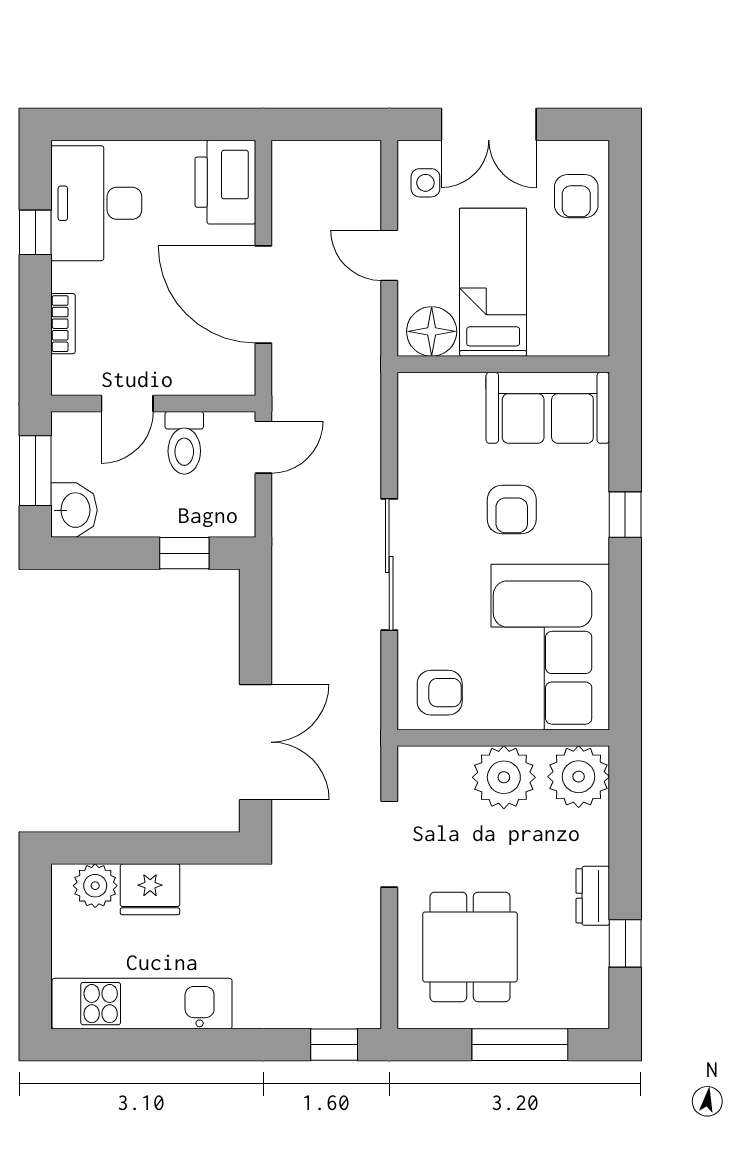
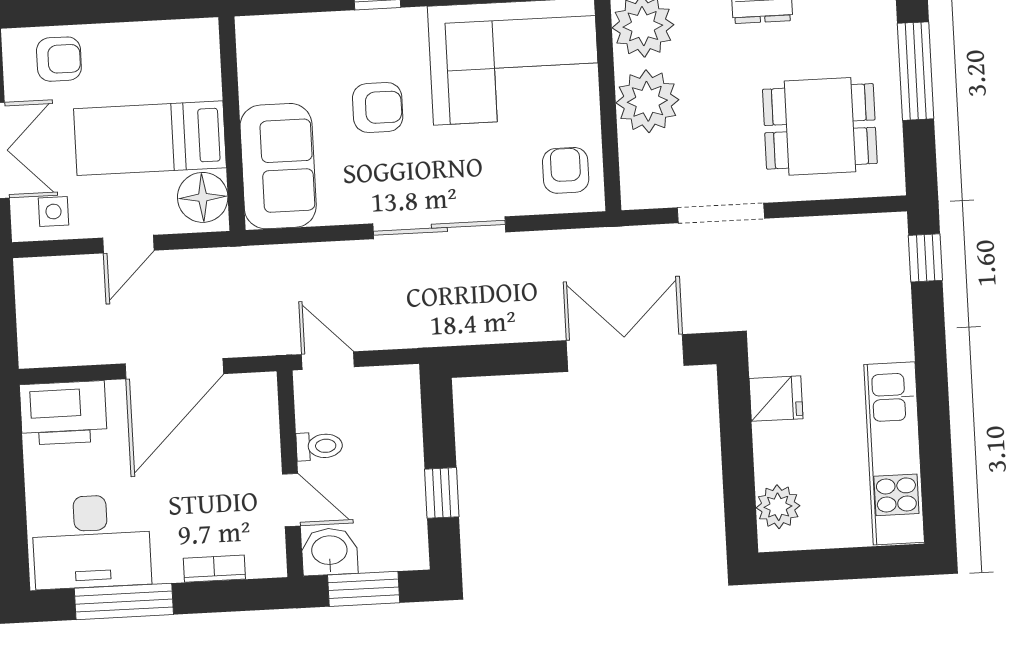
window: (35, 232) -> (124, 601), width x2.17
sofa: (548, 408) -> (278, 166), moved
toilet: (184, 443) -> (319, 446), width x0.73, depth x0.72
washbasin: (74, 510) -> (329, 552), moved
window: (184, 553) -> (442, 493), moved
fridge: (150, 889) -> (776, 399), moved, width x0.72

